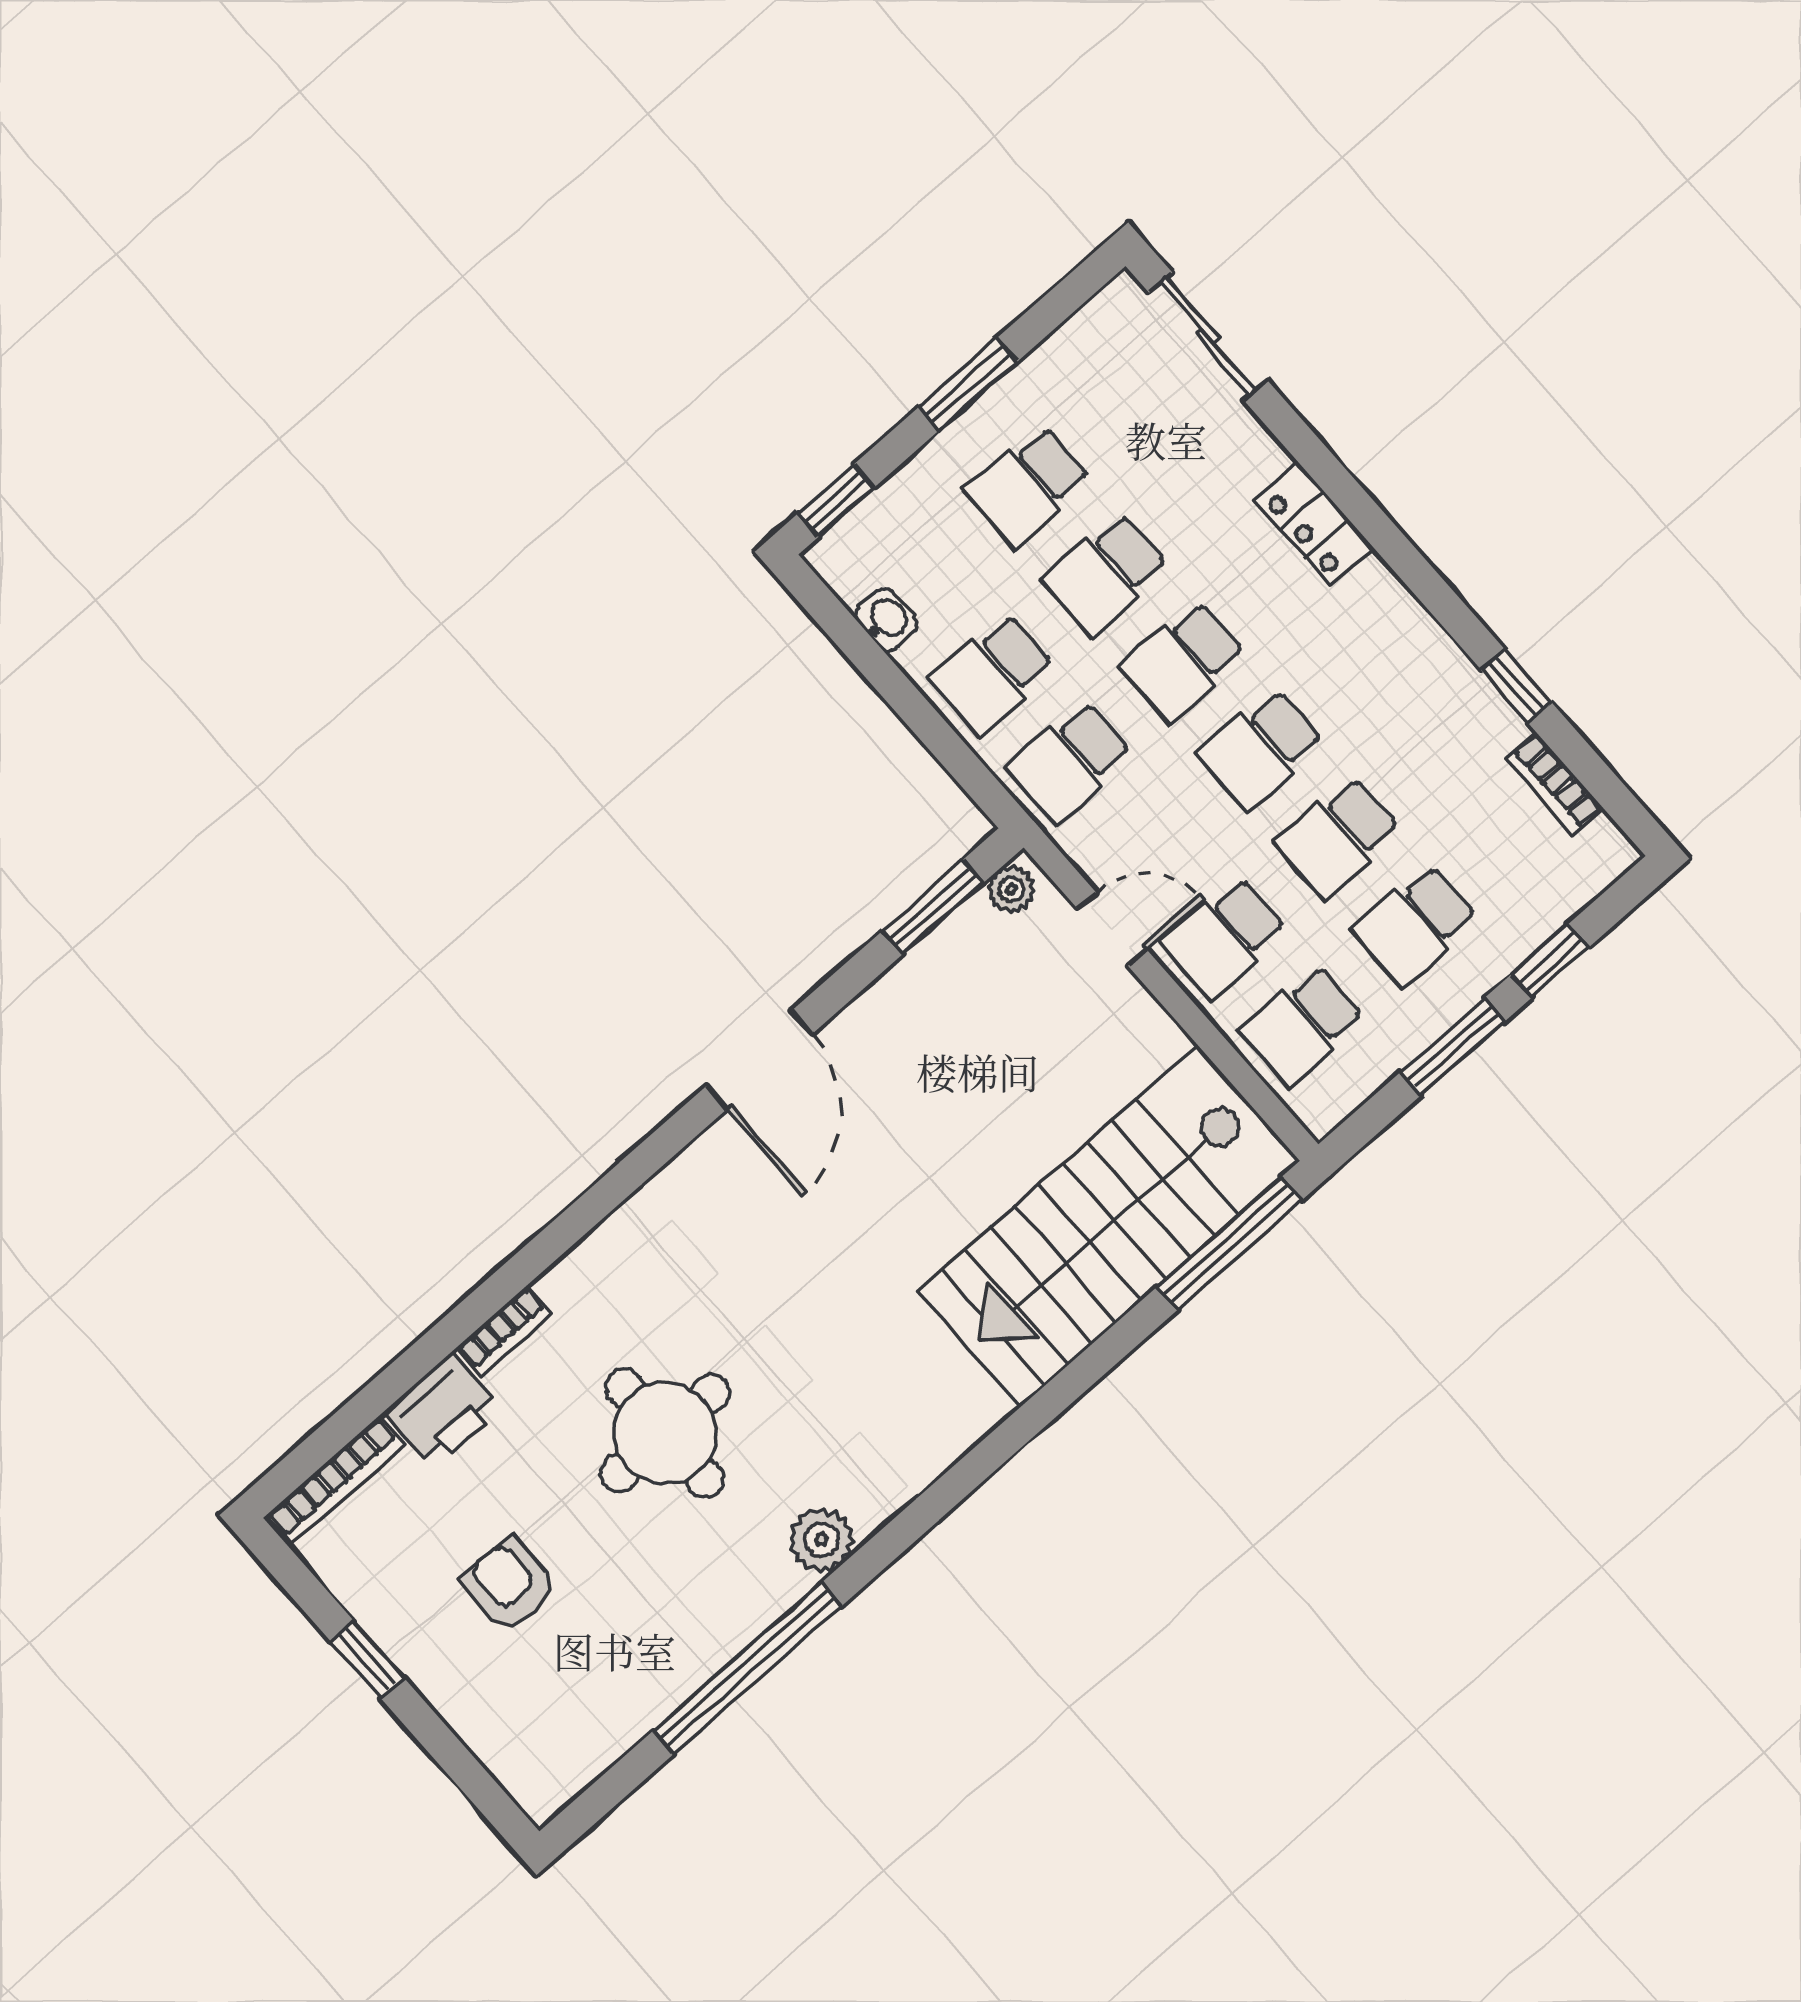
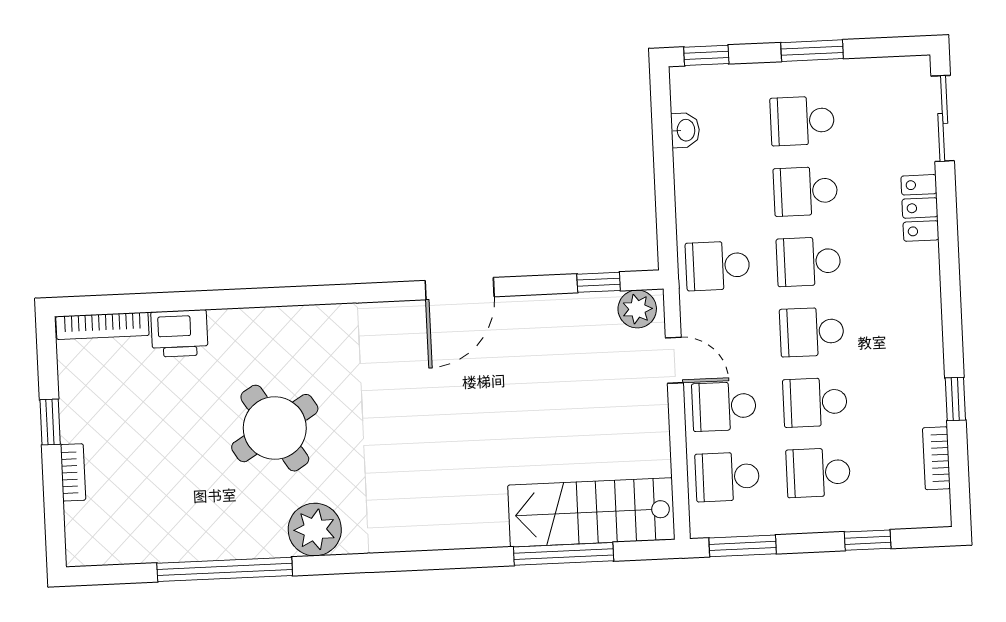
locker: (1314, 524) -> (920, 208), moved
school desk: (992, 674) -> (714, 195), removed
plant: (1011, 889) -> (637, 309), width x1.38, depth x1.38
window: (933, 907) -> (599, 282), width x0.67
window: (1453, 1047) -> (743, 546), moved
stairs: (1108, 1226) -> (591, 512), width x0.73, depth x0.66
window: (1229, 1244) -> (564, 554), moved
bookcase: (504, 1331) -> (73, 472), moved, turned -90
round table: (665, 1433) -> (275, 428), turned -32
plant: (821, 1540) -> (315, 530), width x1.36, depth x1.36
armchair: (509, 1584) -> (145, 440), removed

